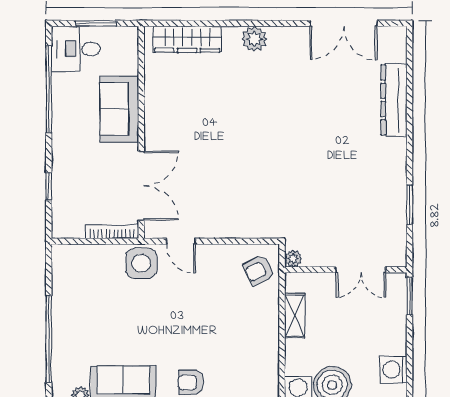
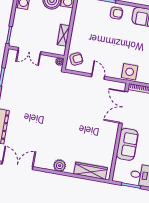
door: (181, 241) -> (98, 77), moved
double door: (361, 270) -> (29, 51), swing flipped

